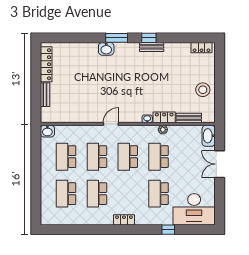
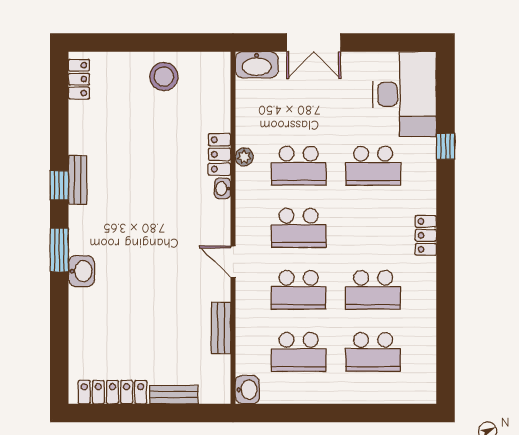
bench: (189, 118) -> (221, 328), moved

